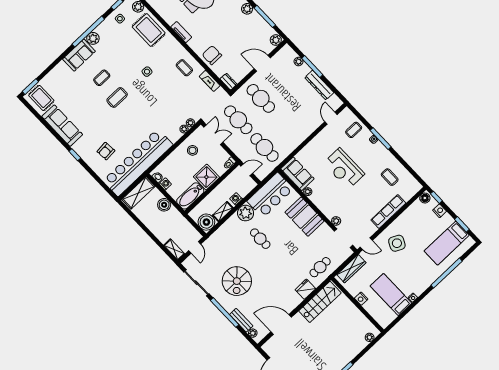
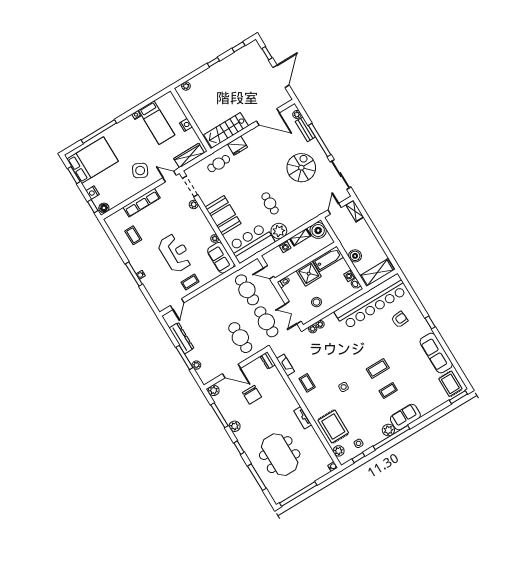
chair: (212, 55) -> (252, 395), moved
coffee table: (354, 130) -> (190, 282), moved
bed: (447, 243) -> (92, 160), width x1.50

